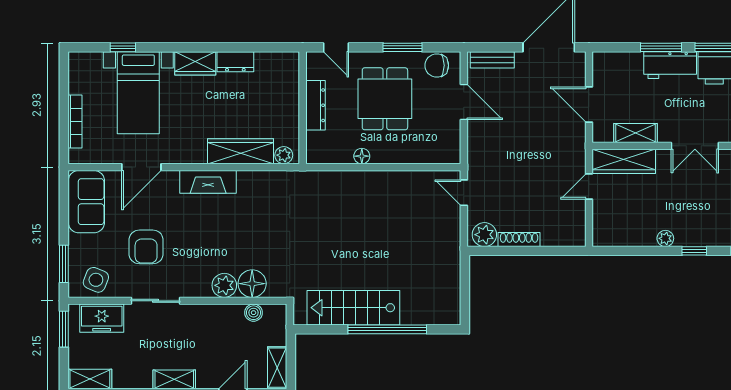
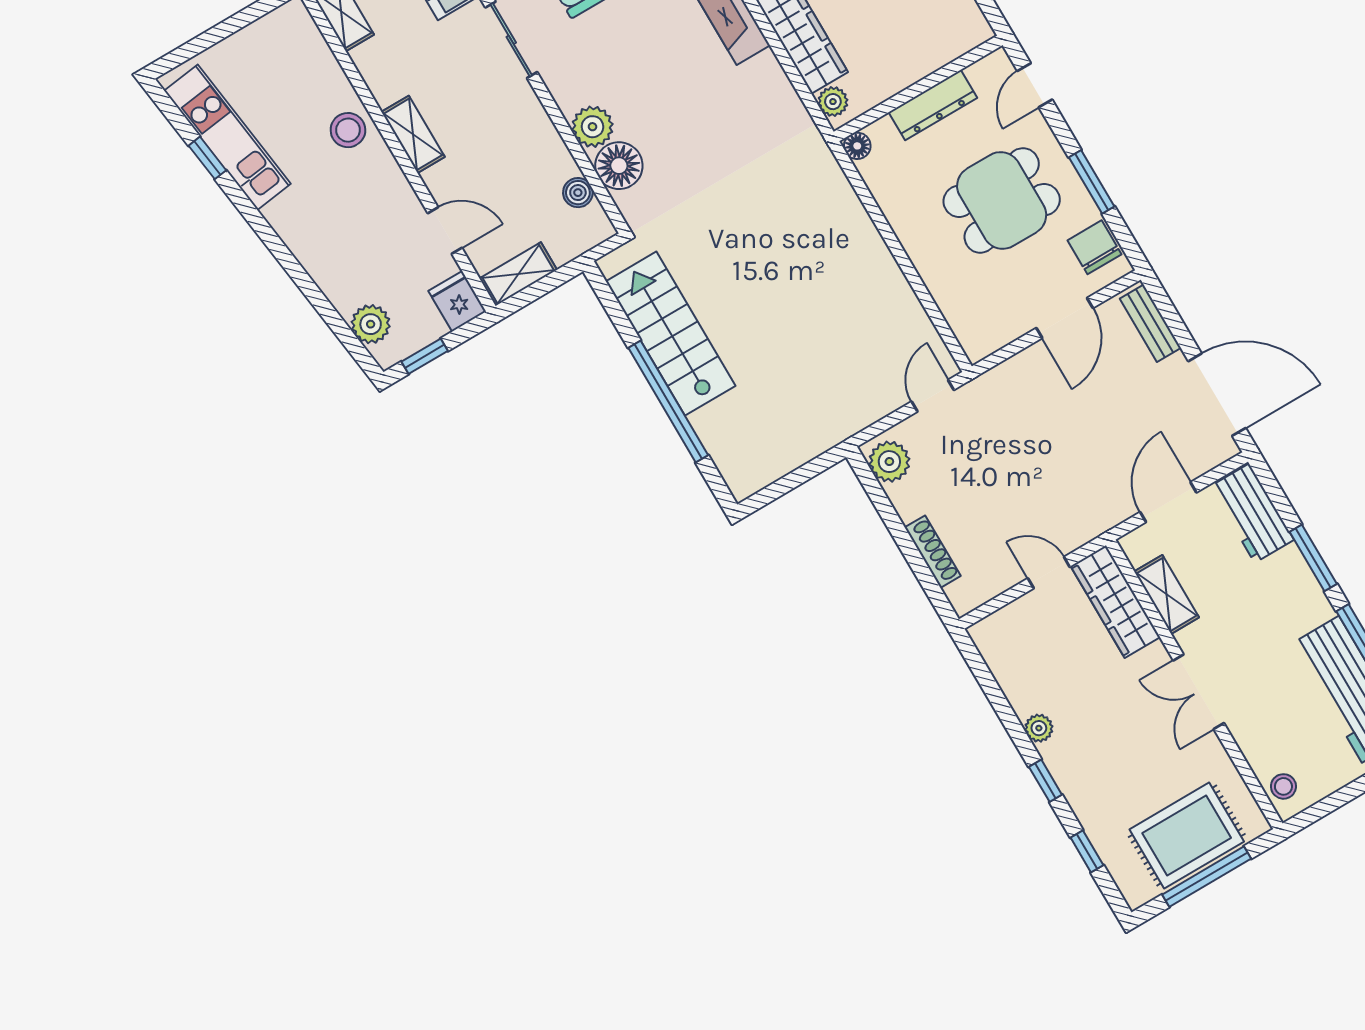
workbench: (670, 65) -> (1252, 513), moved
floor lamp: (362, 156) -> (857, 146), moved
shoe rack: (519, 240) -> (933, 552), moved

